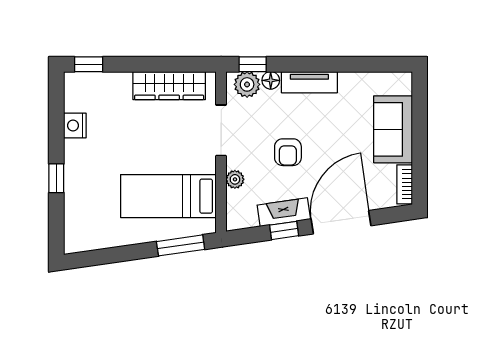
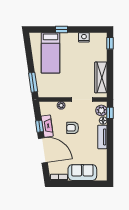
bed: (168, 196) -> (51, 53), moved, turned 180

